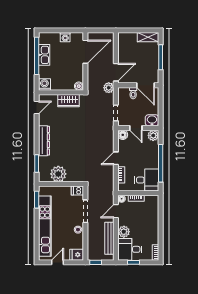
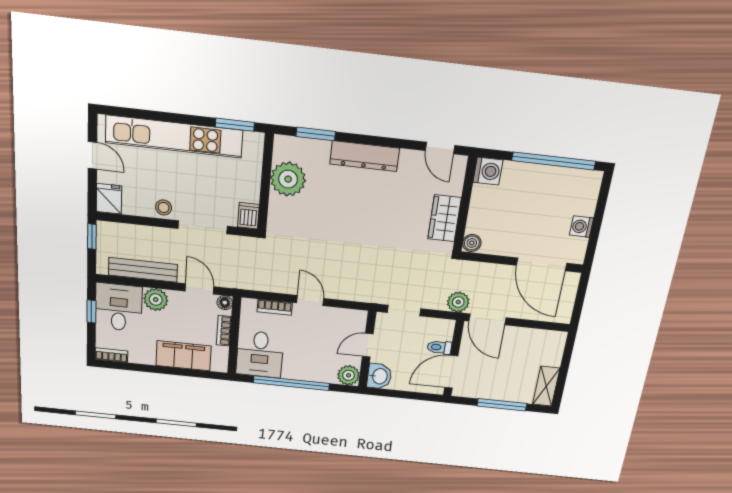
kitchen sink: (44, 55) -> (553, 178), removed
floor lamp: (123, 135) -> (357, 319), removed
filing cabinet: (152, 217) -> (183, 356), added

